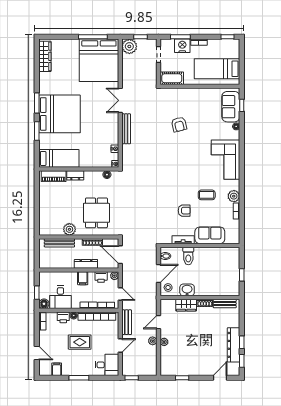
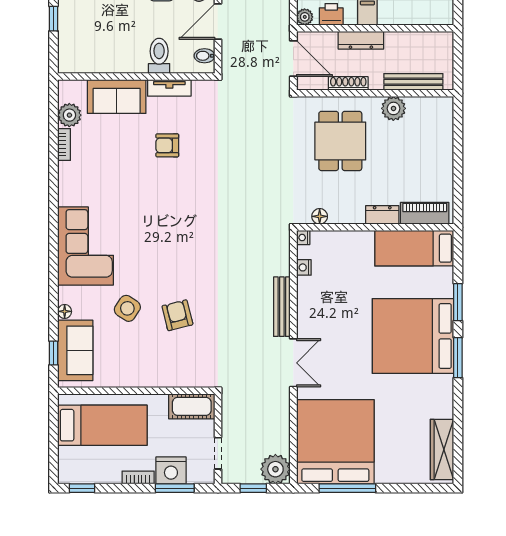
side table: (204, 128) -> (127, 308), added
coffee table: (207, 195) -> (123, 176), removed
plant: (234, 196) -> (69, 115), moved

